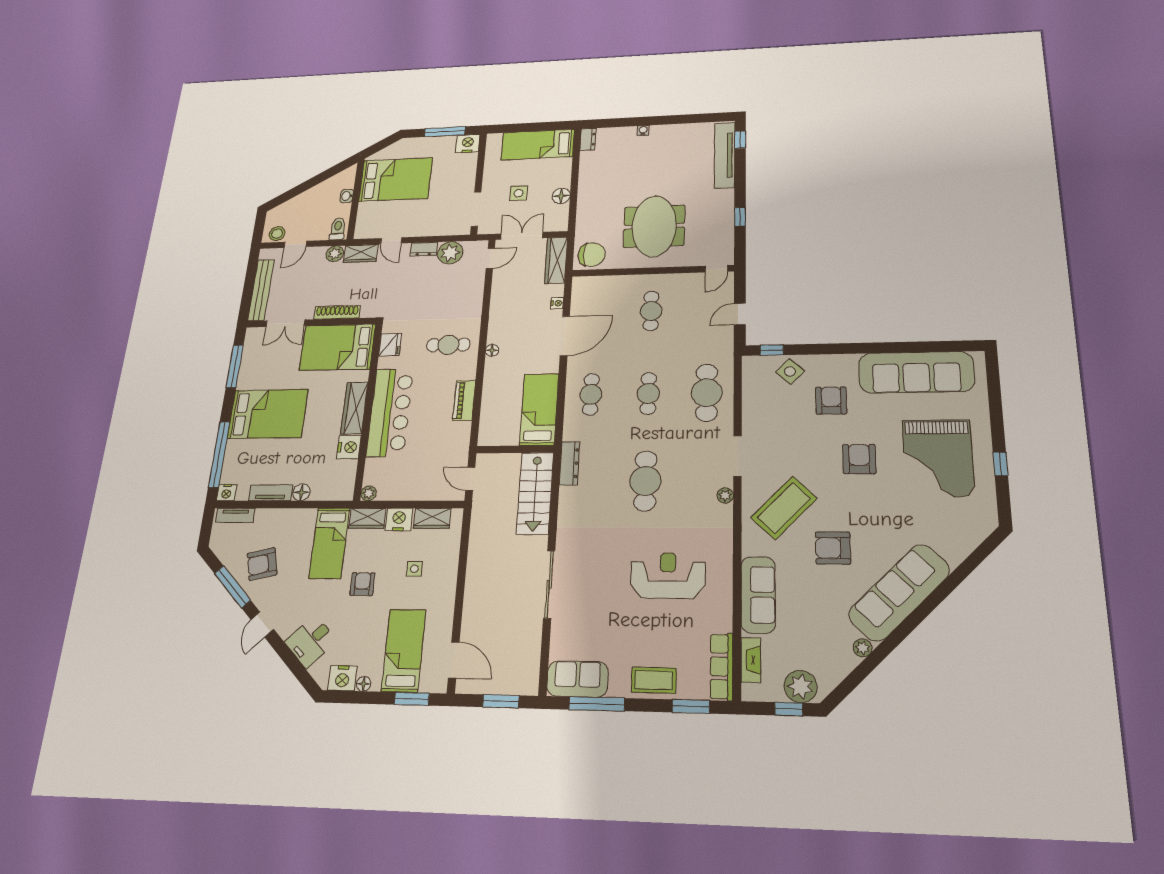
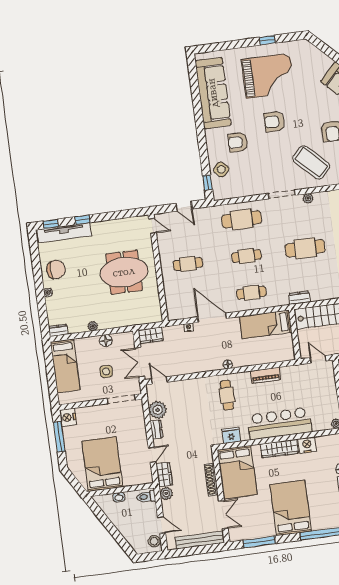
plant: (585, 181) -> (93, 326), added
window: (740, 217) -> (82, 220), moved
chair: (592, 255) -> (56, 270), moved, turned 90
wardrobe: (556, 260) -> (151, 335), width x0.67
dresser: (569, 463) -> (300, 298), width x0.70
door: (470, 479) -> (318, 359), swing flipped

